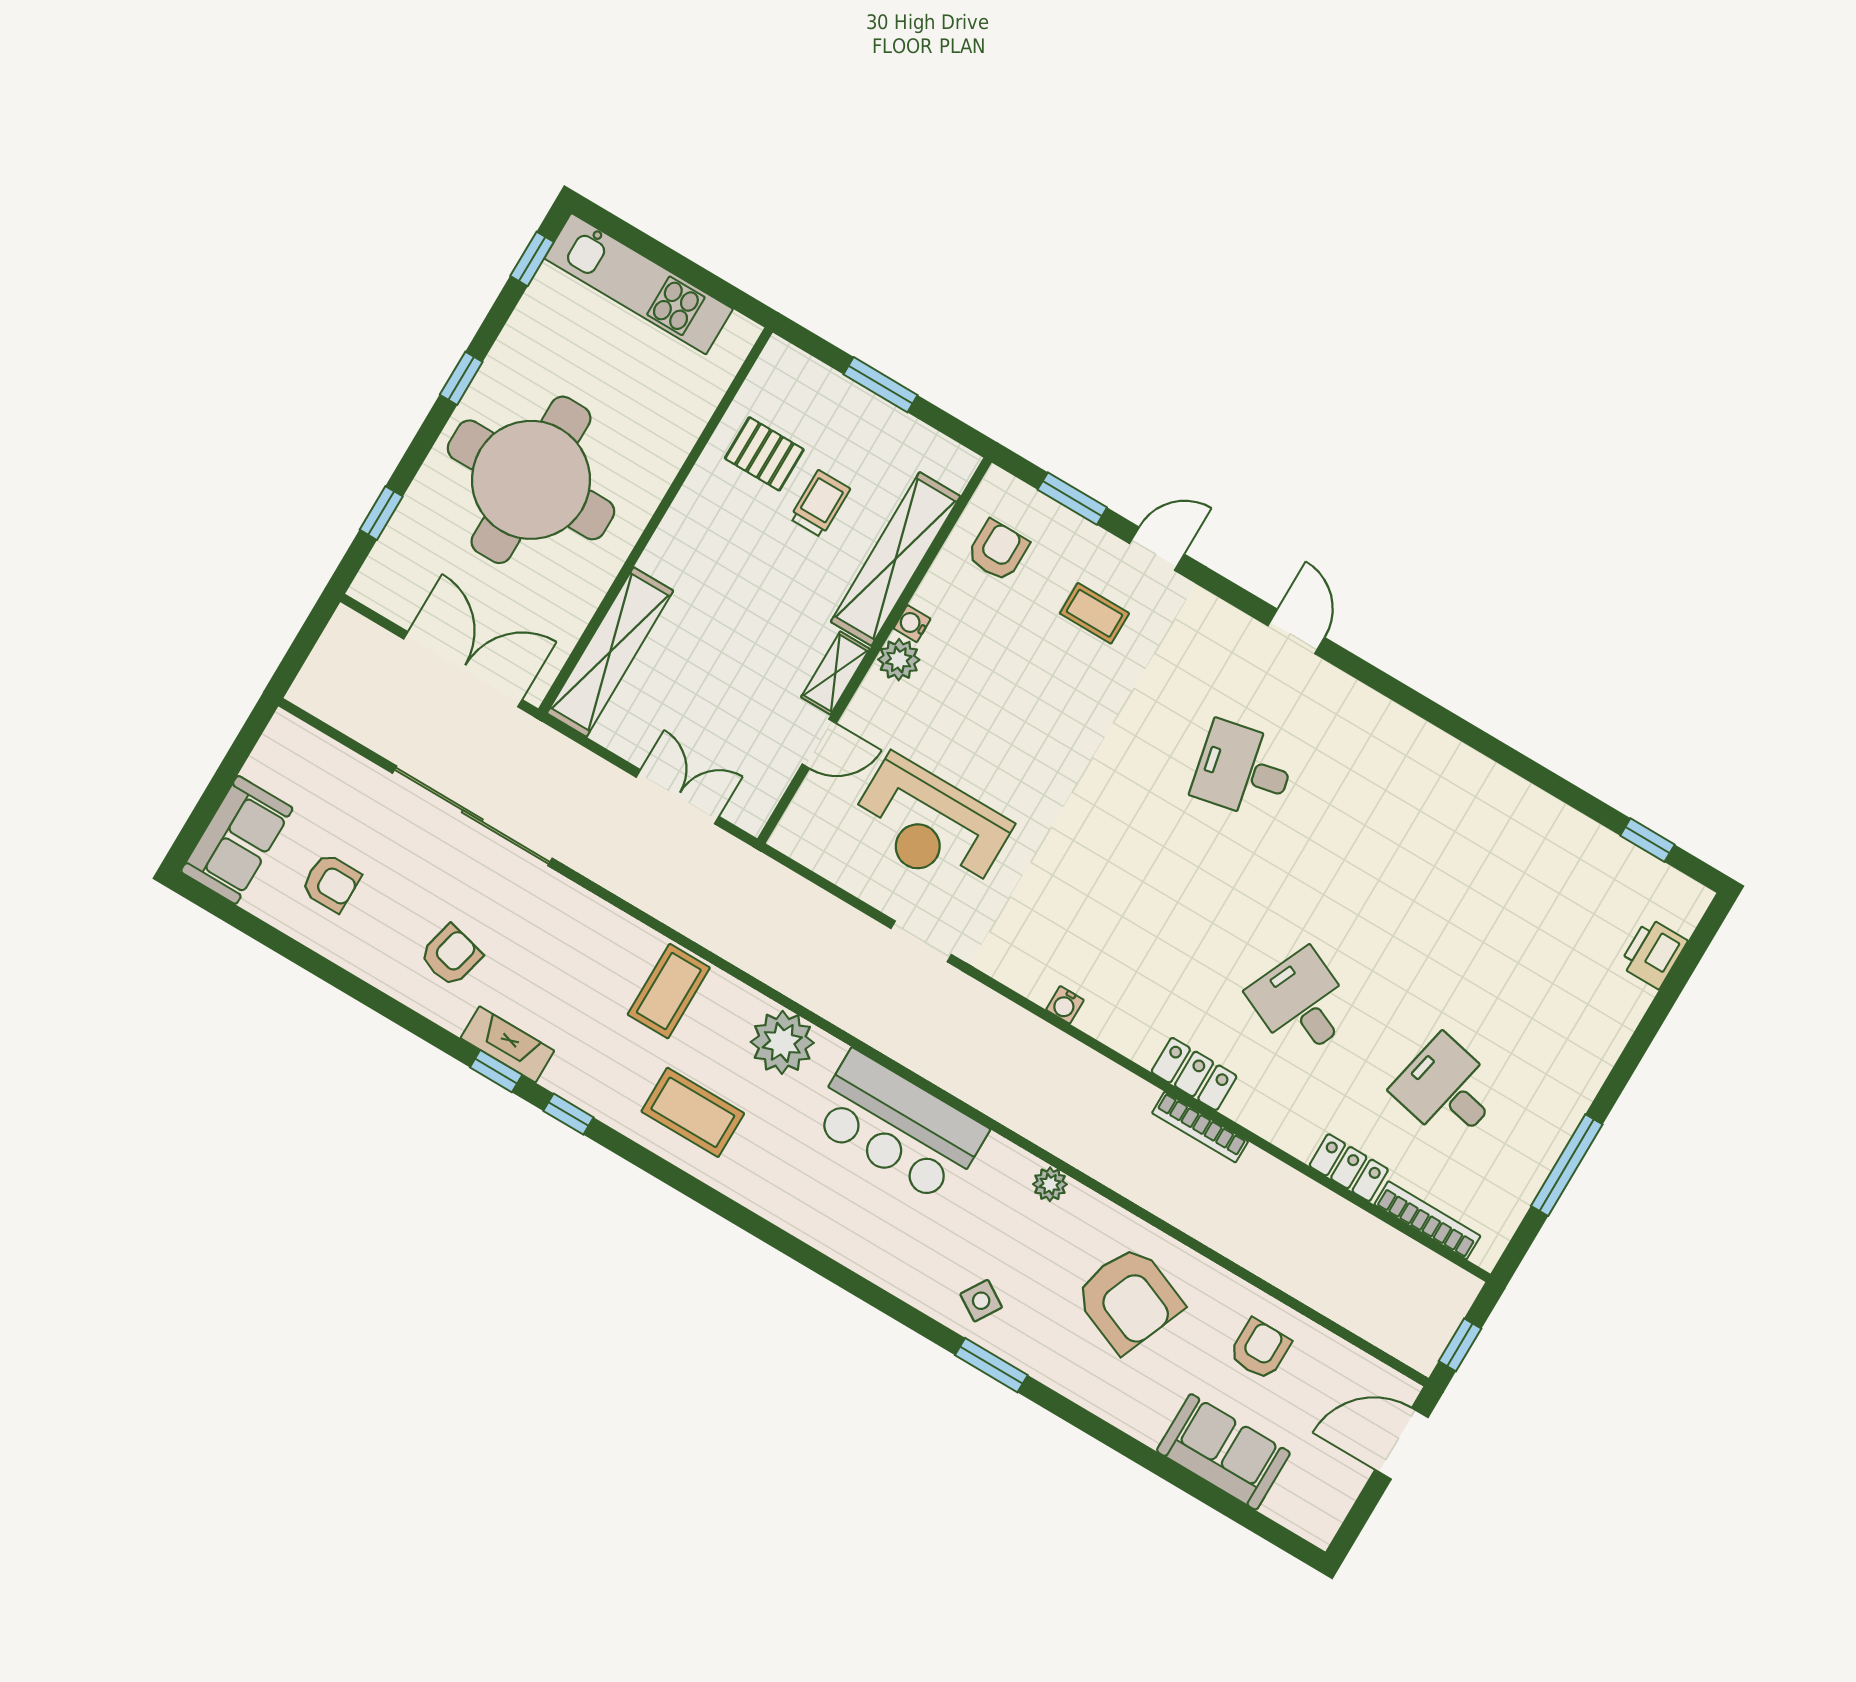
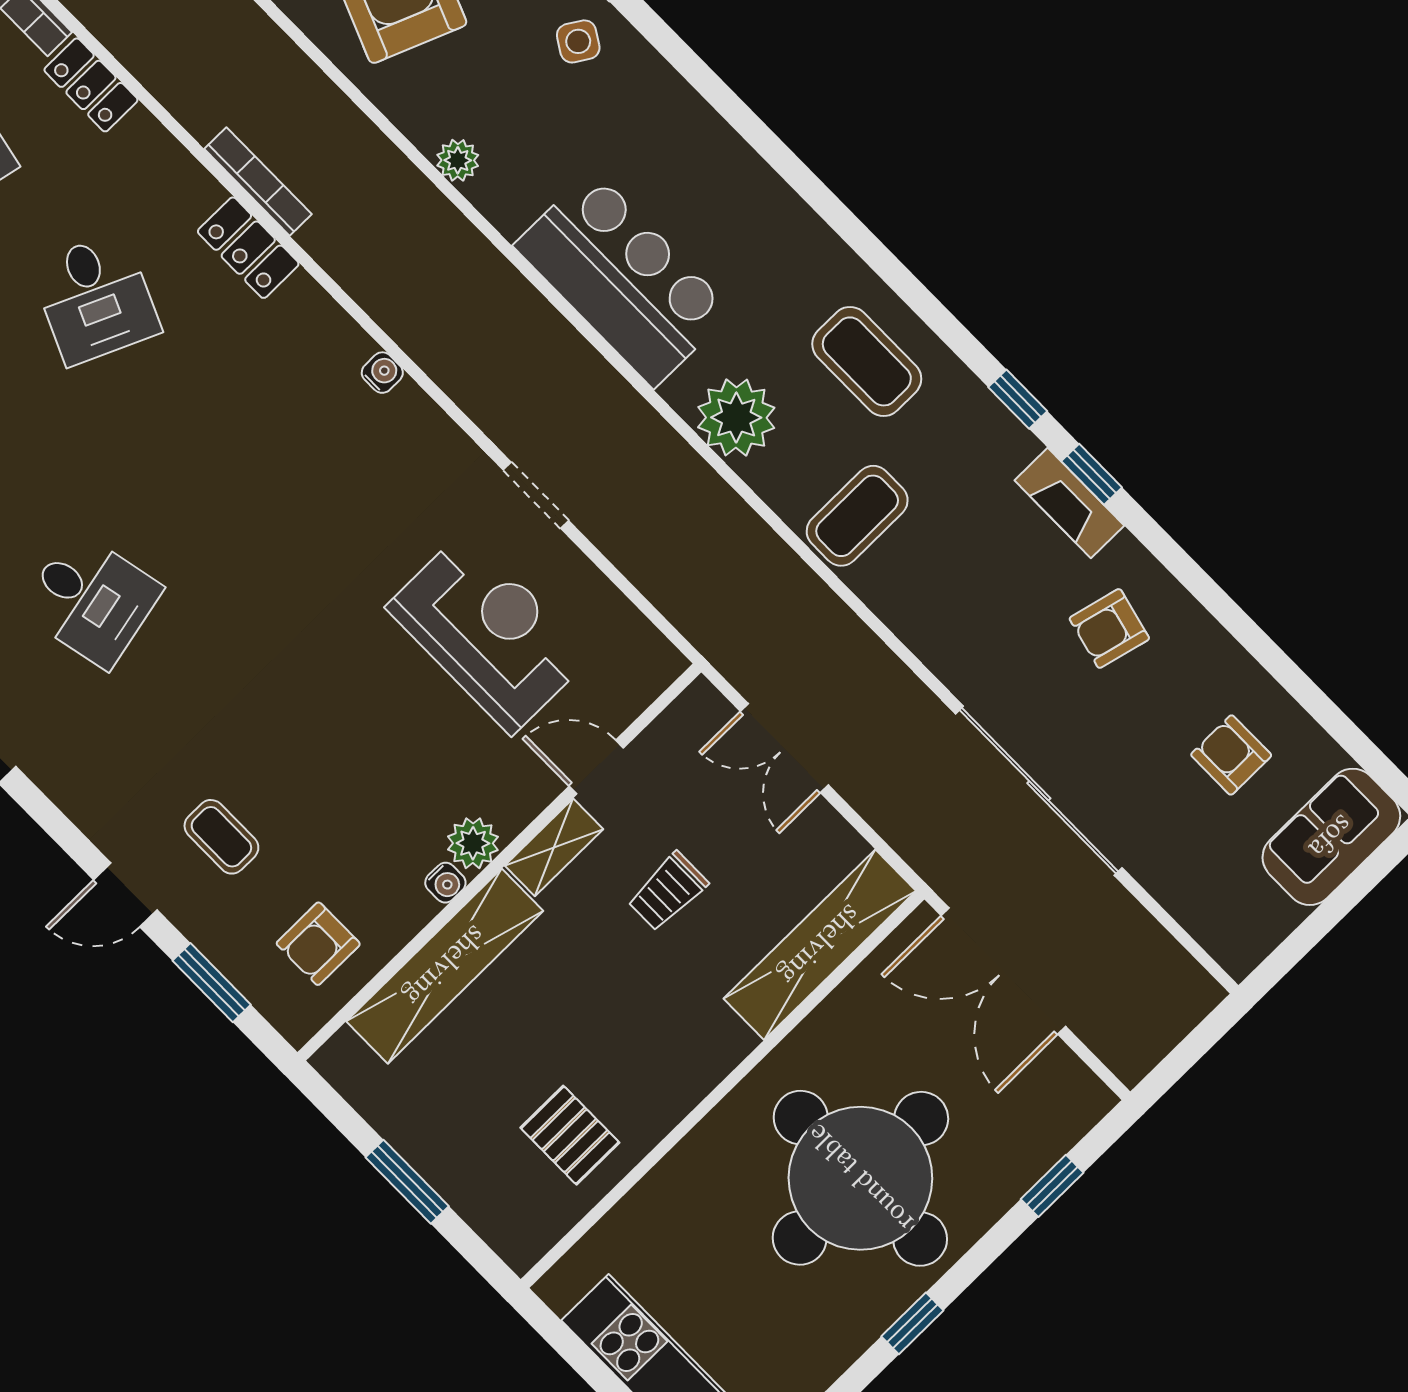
trolley: (820, 504) -> (668, 892), moved

